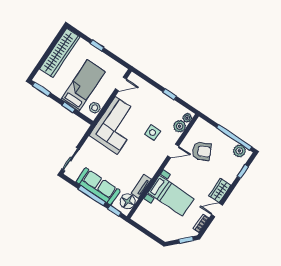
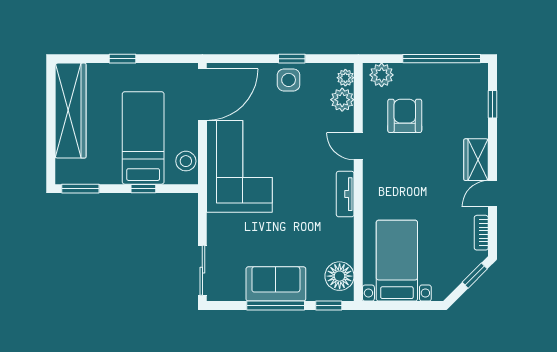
door: (121, 84) -> (202, 95), width x1.88
side table: (153, 133) -> (289, 80), moved
door: (173, 151) -> (358, 146), swing flipped
armchair: (202, 151) -> (405, 116), turned -64
plant: (239, 151) -> (382, 75), moved
sofa: (98, 186) -> (276, 284), width x0.73
tv unit: (141, 186) -> (345, 194), moved
bed with nightstands: (171, 196) -> (397, 261), moved, turned -90

